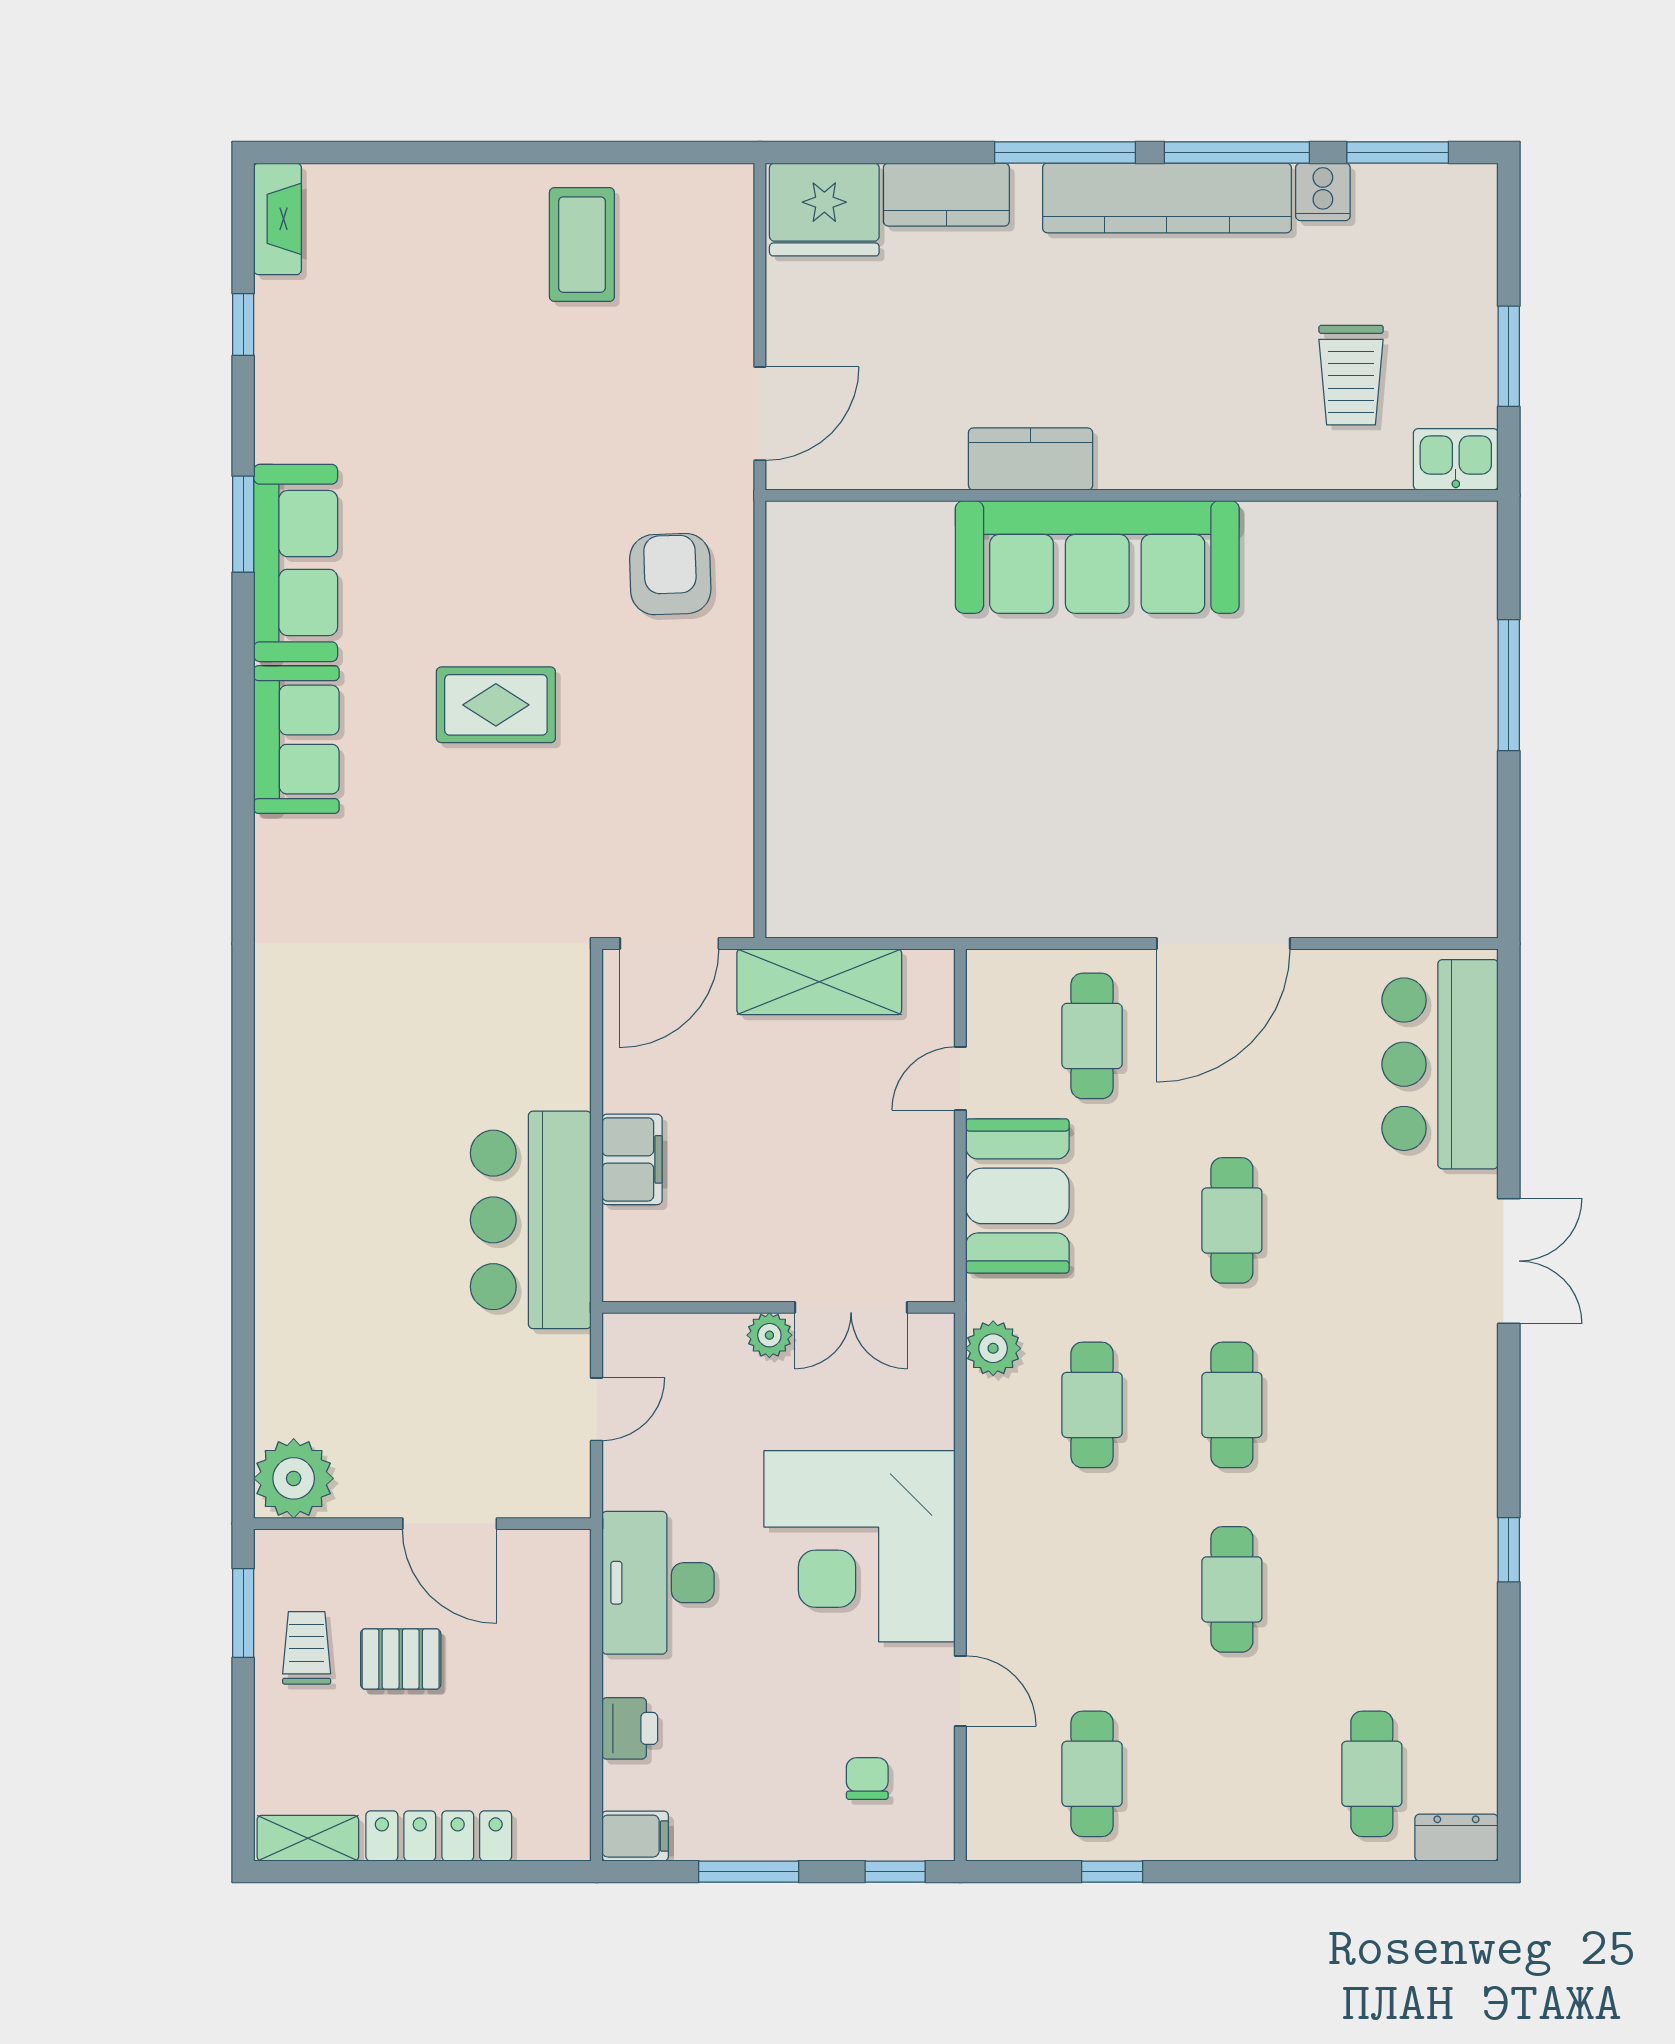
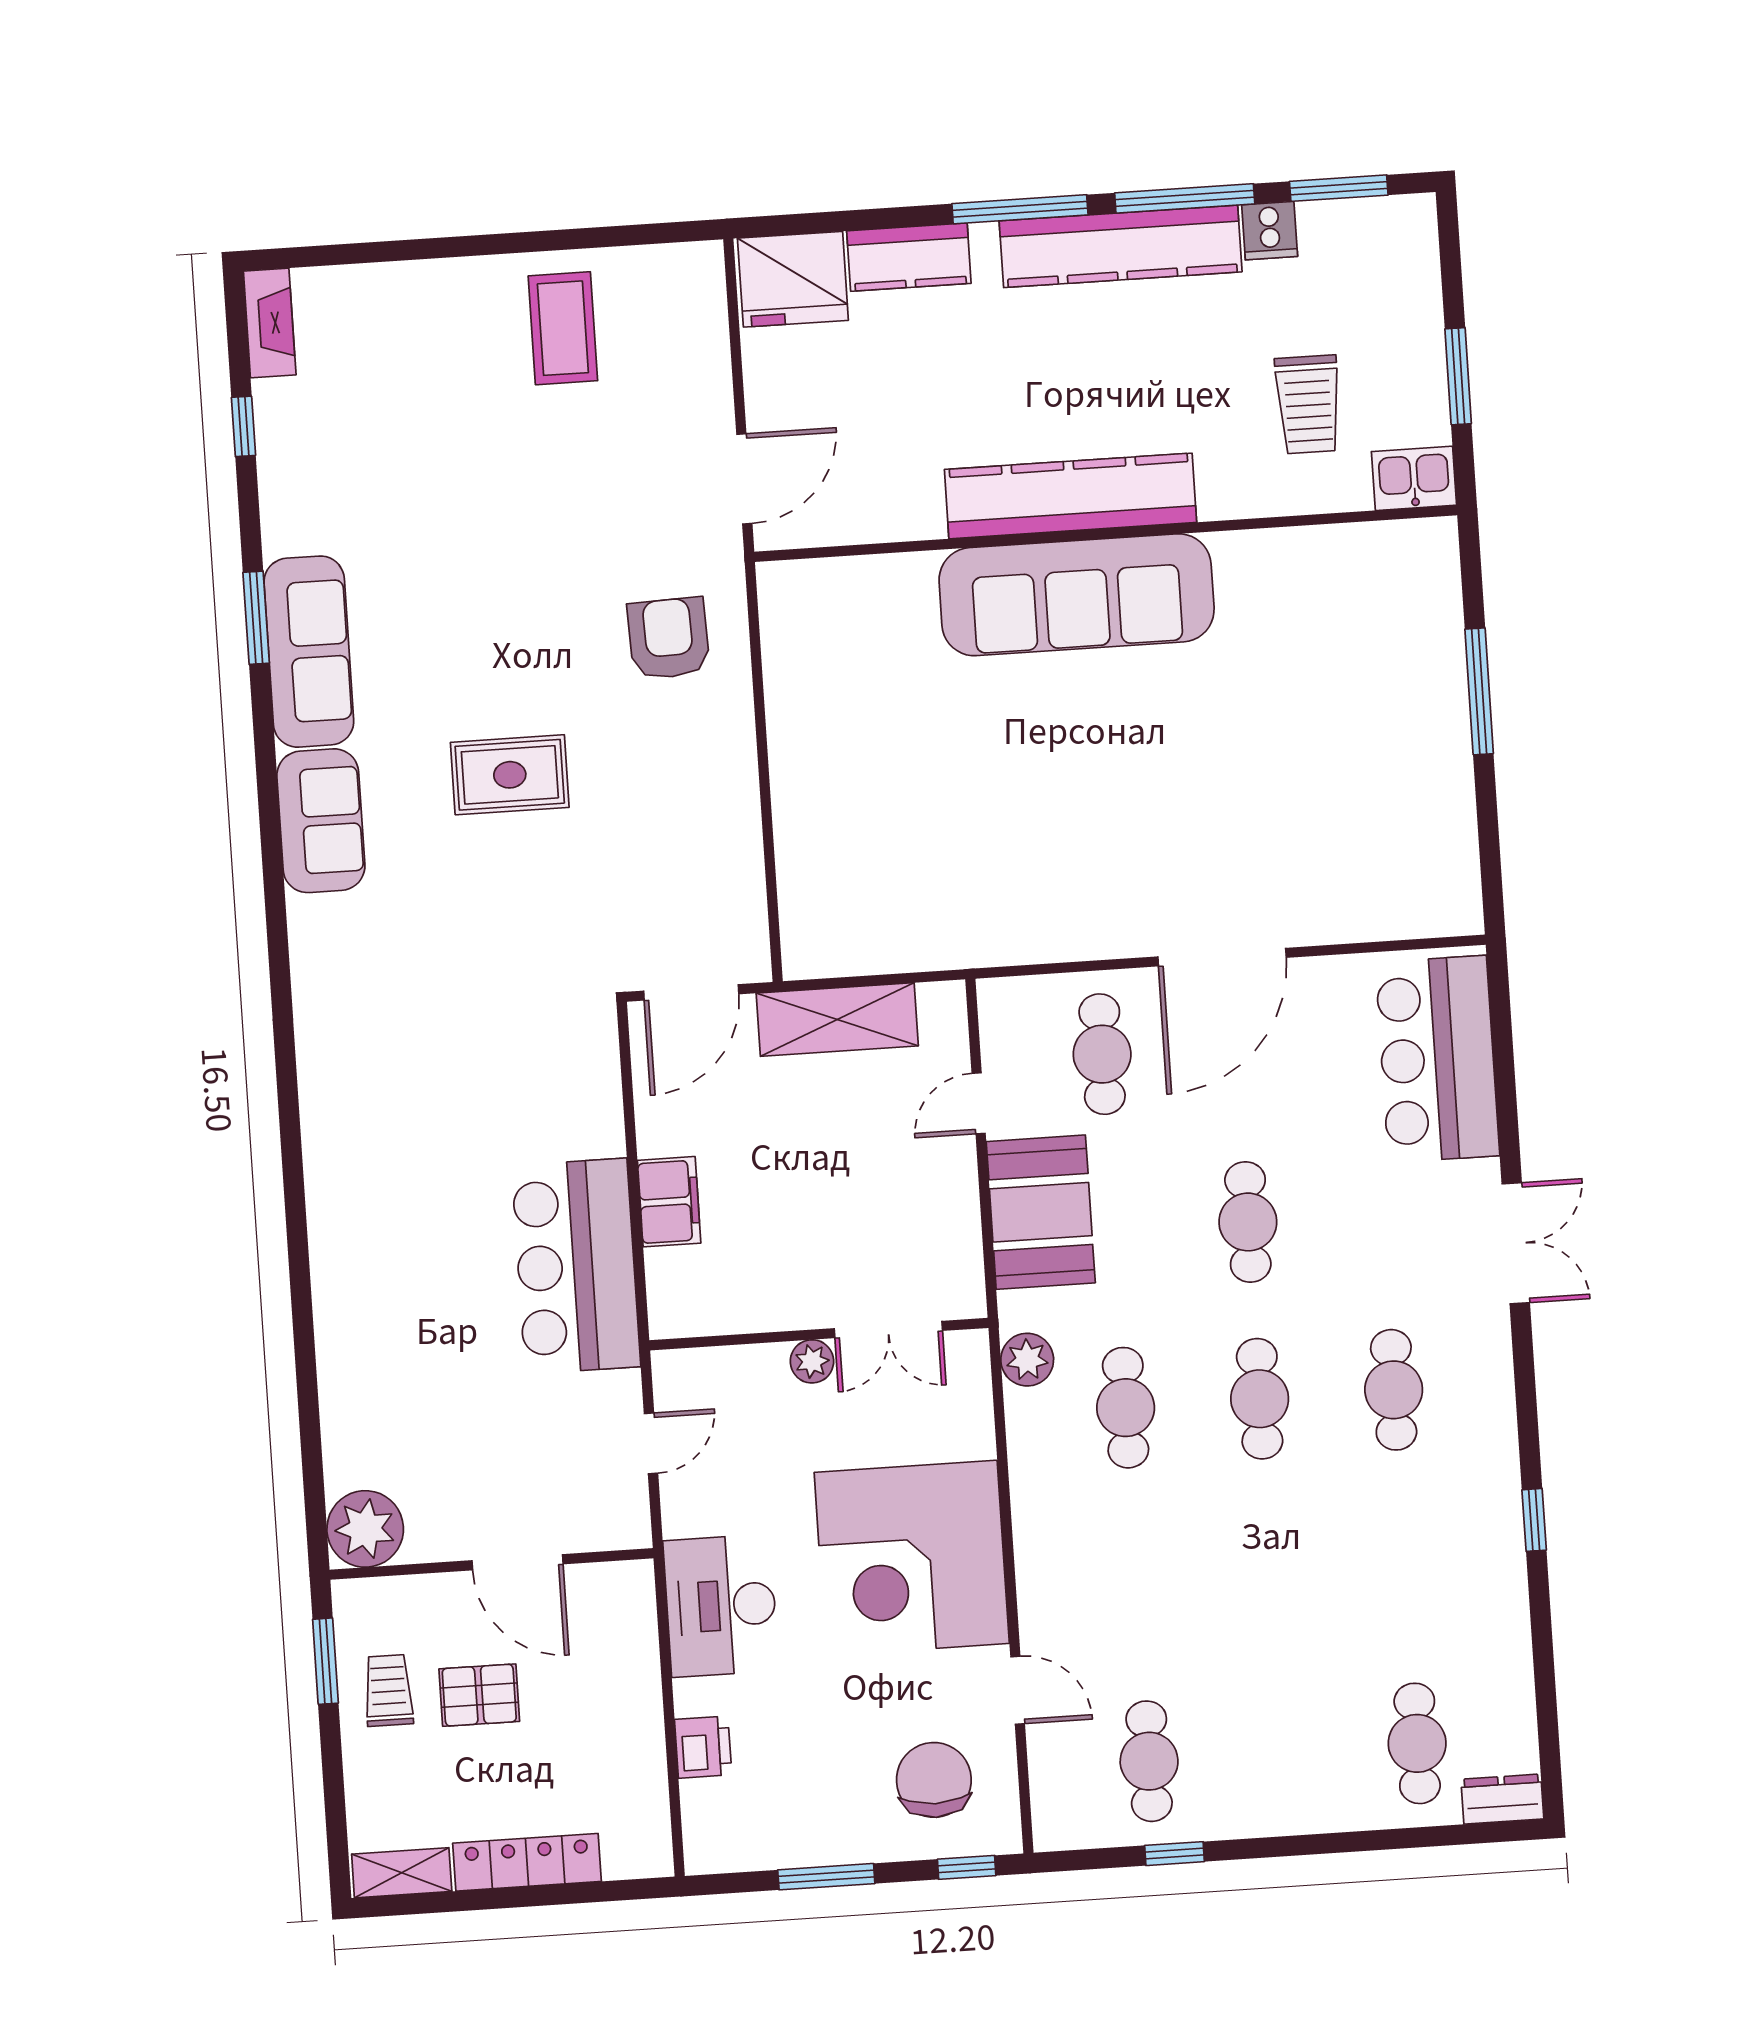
kitchen counter: (1031, 459) -> (1071, 496), width x2.08, depth x1.17
cafe table: (1232, 1589) -> (1394, 1390), moved
chair: (867, 1779) -> (934, 1780), width x1.87, depth x1.87
filing cabinet: (635, 1836) -> (715, 1850), removed

